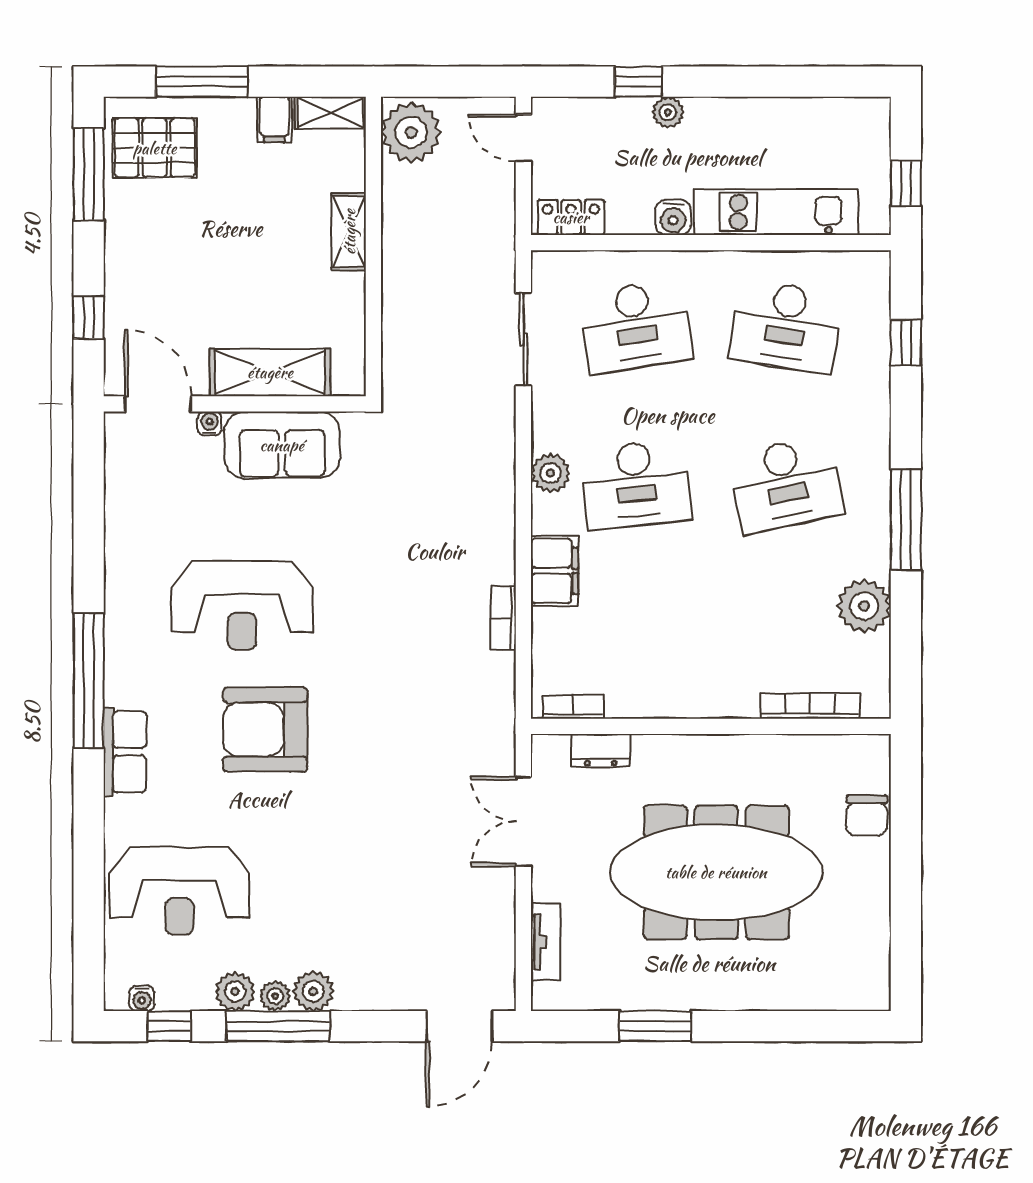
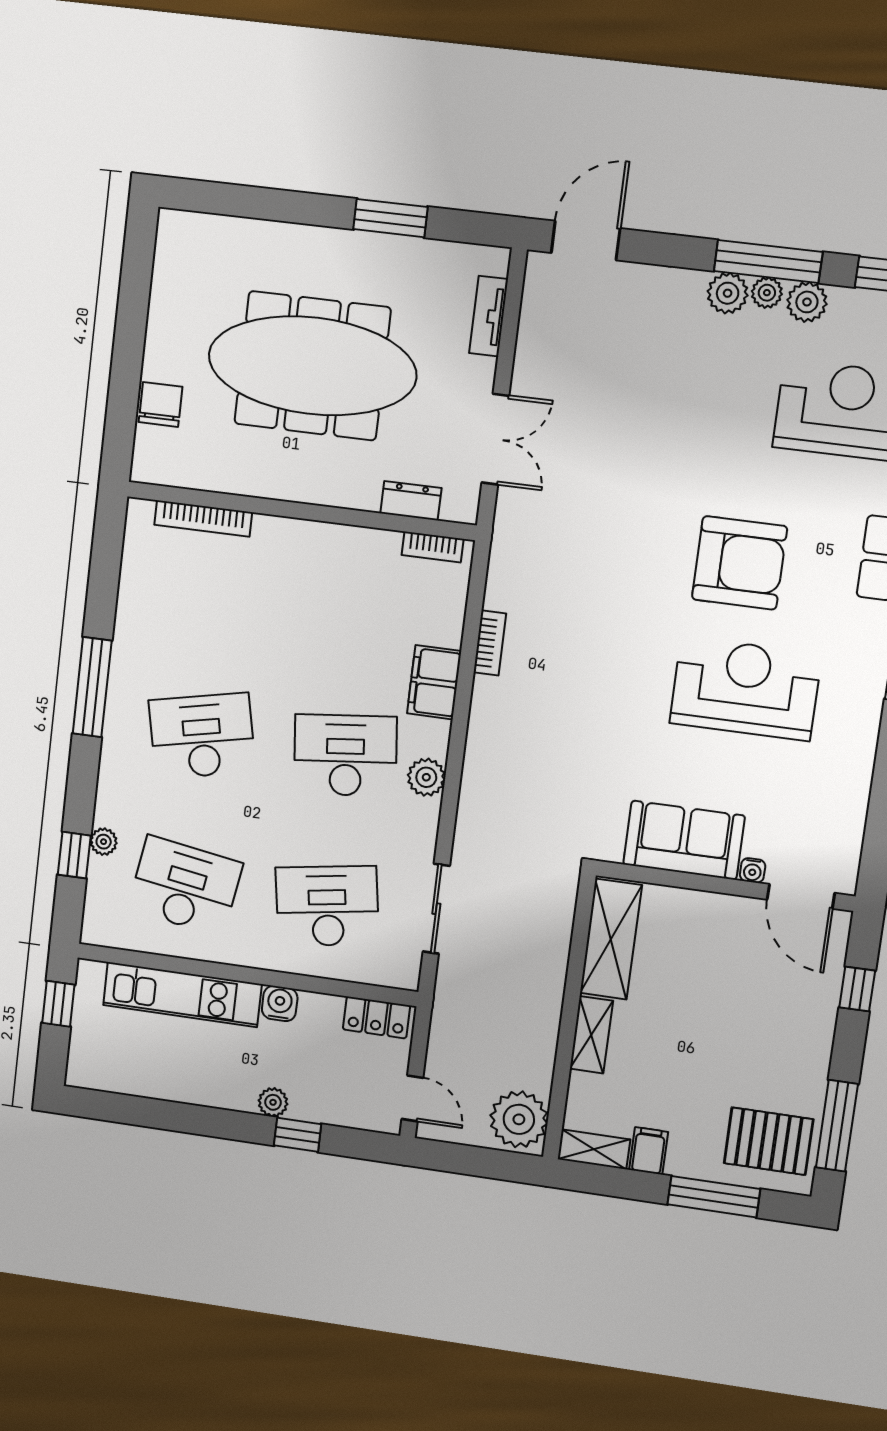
shelving: (270, 372) -> (611, 939), moved, turned 90
plant: (864, 606) -> (104, 842), moved, width x0.53, depth x0.53

